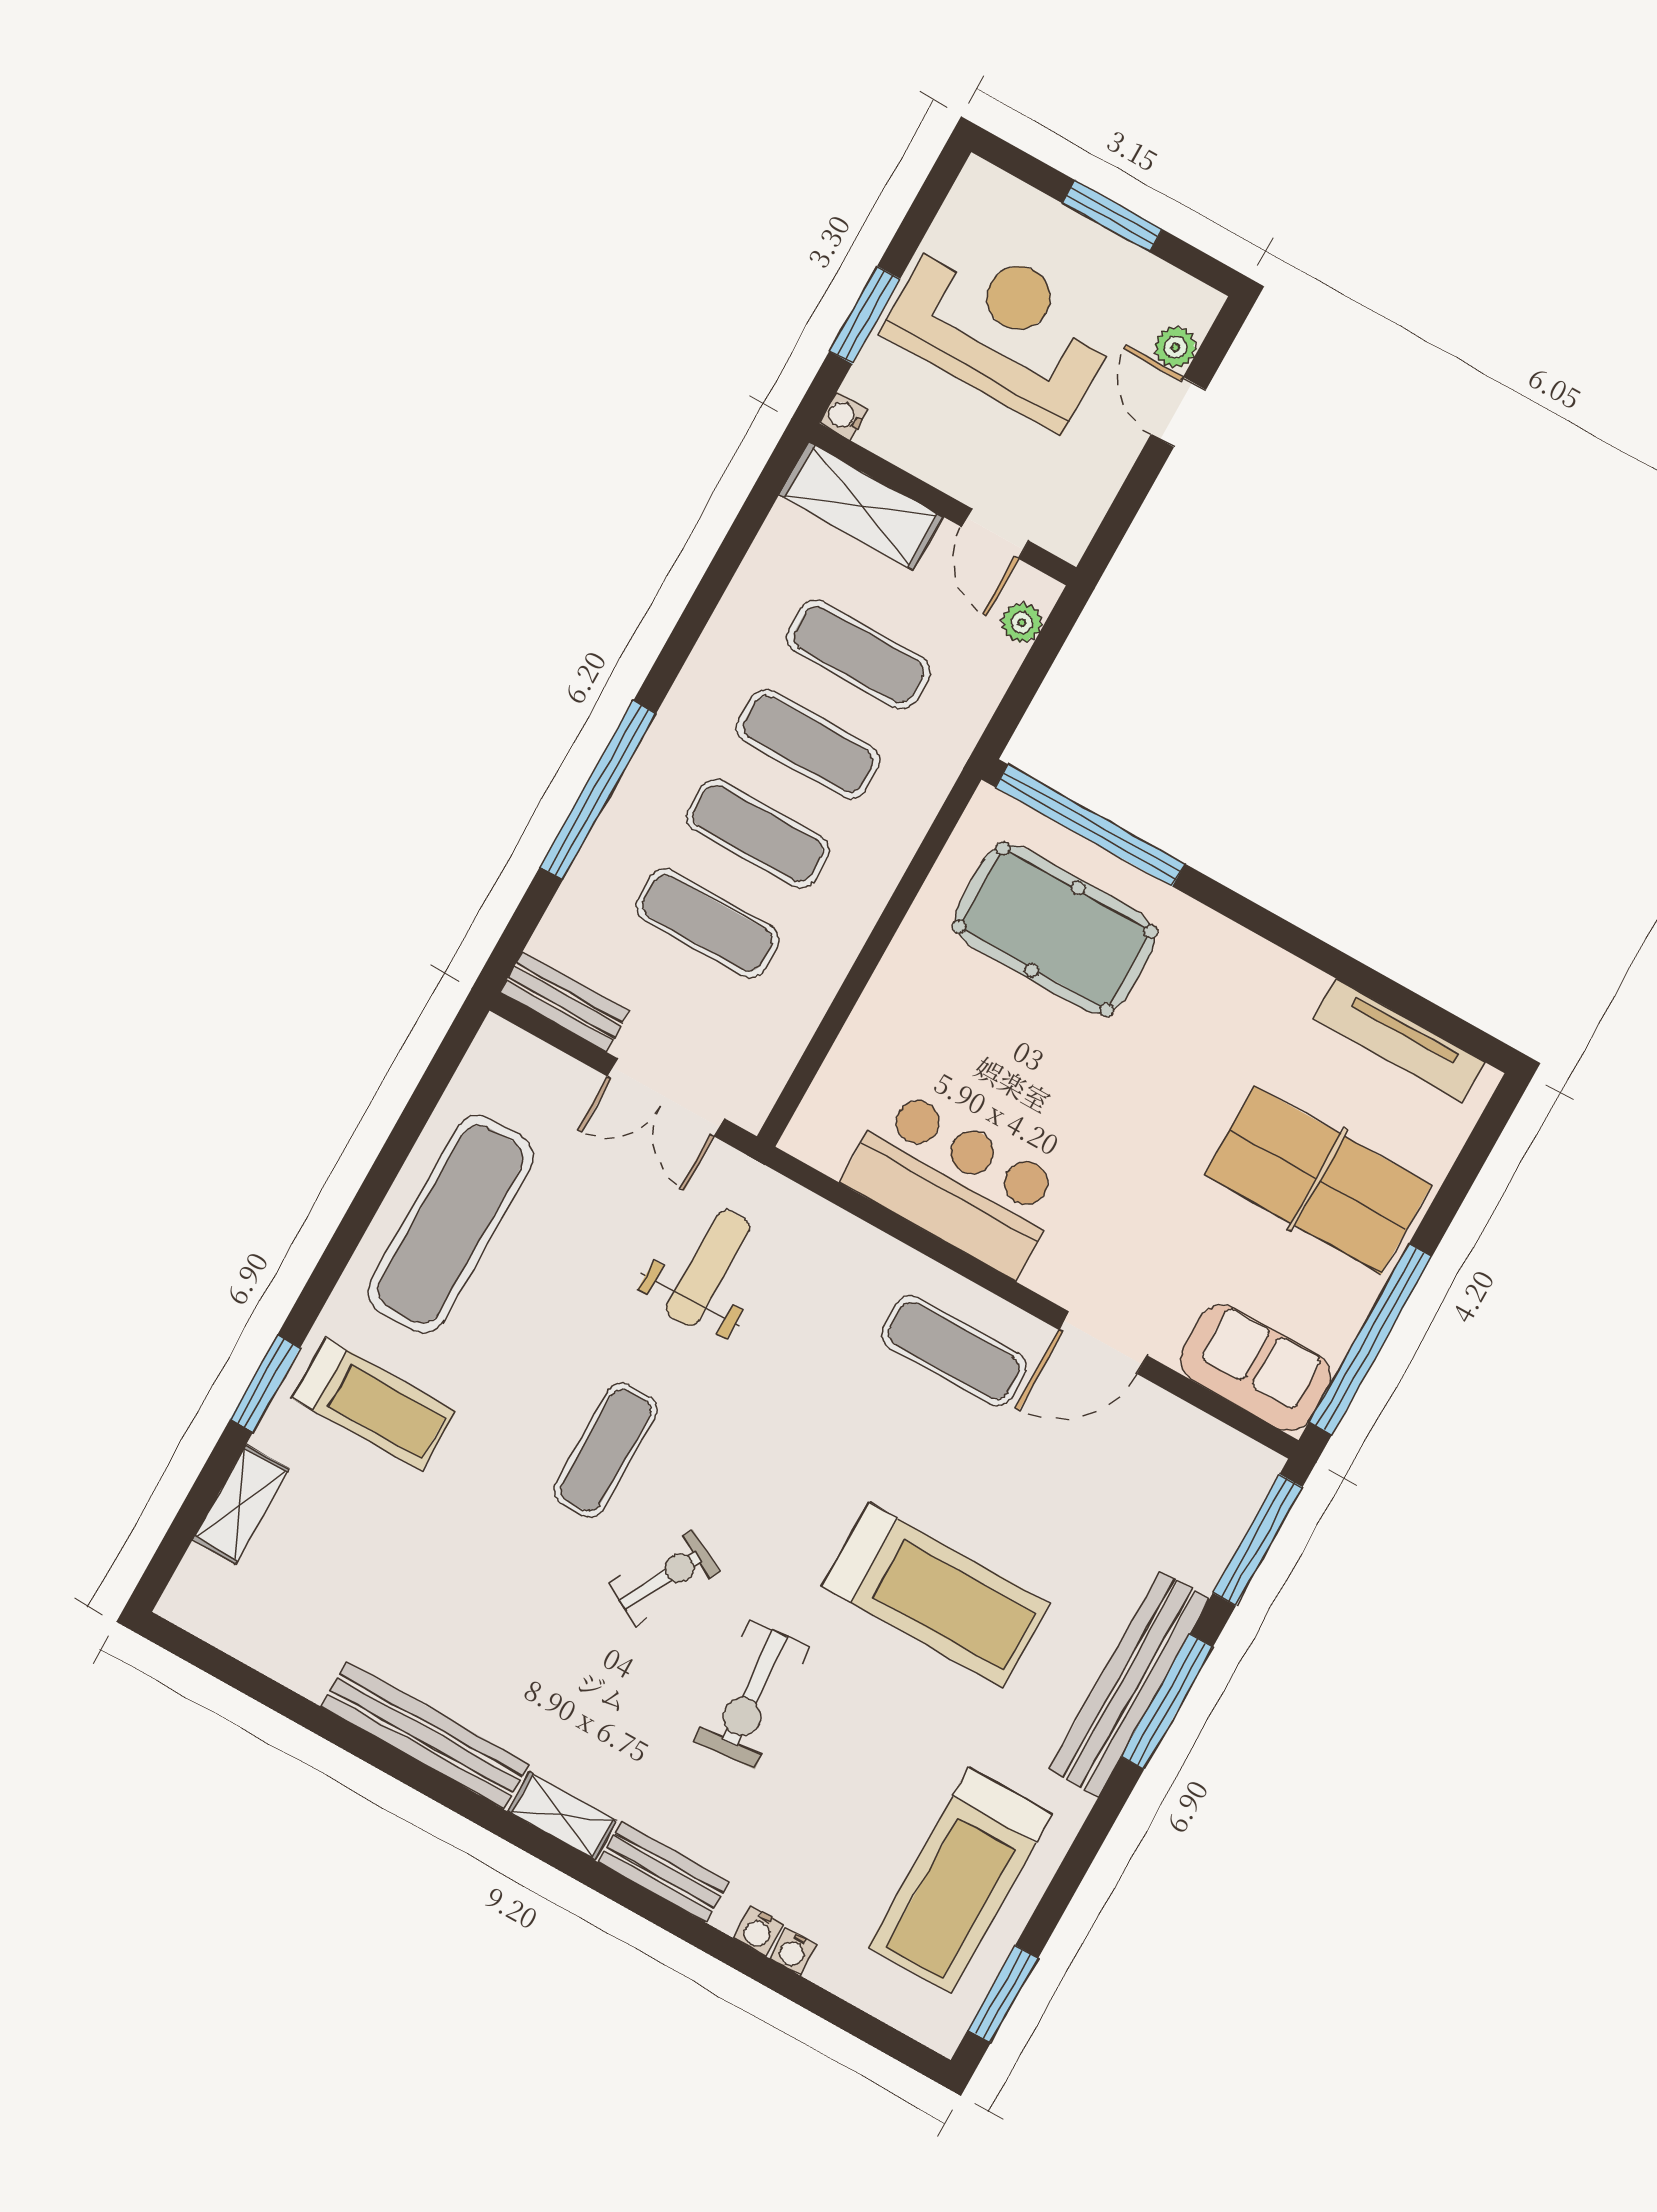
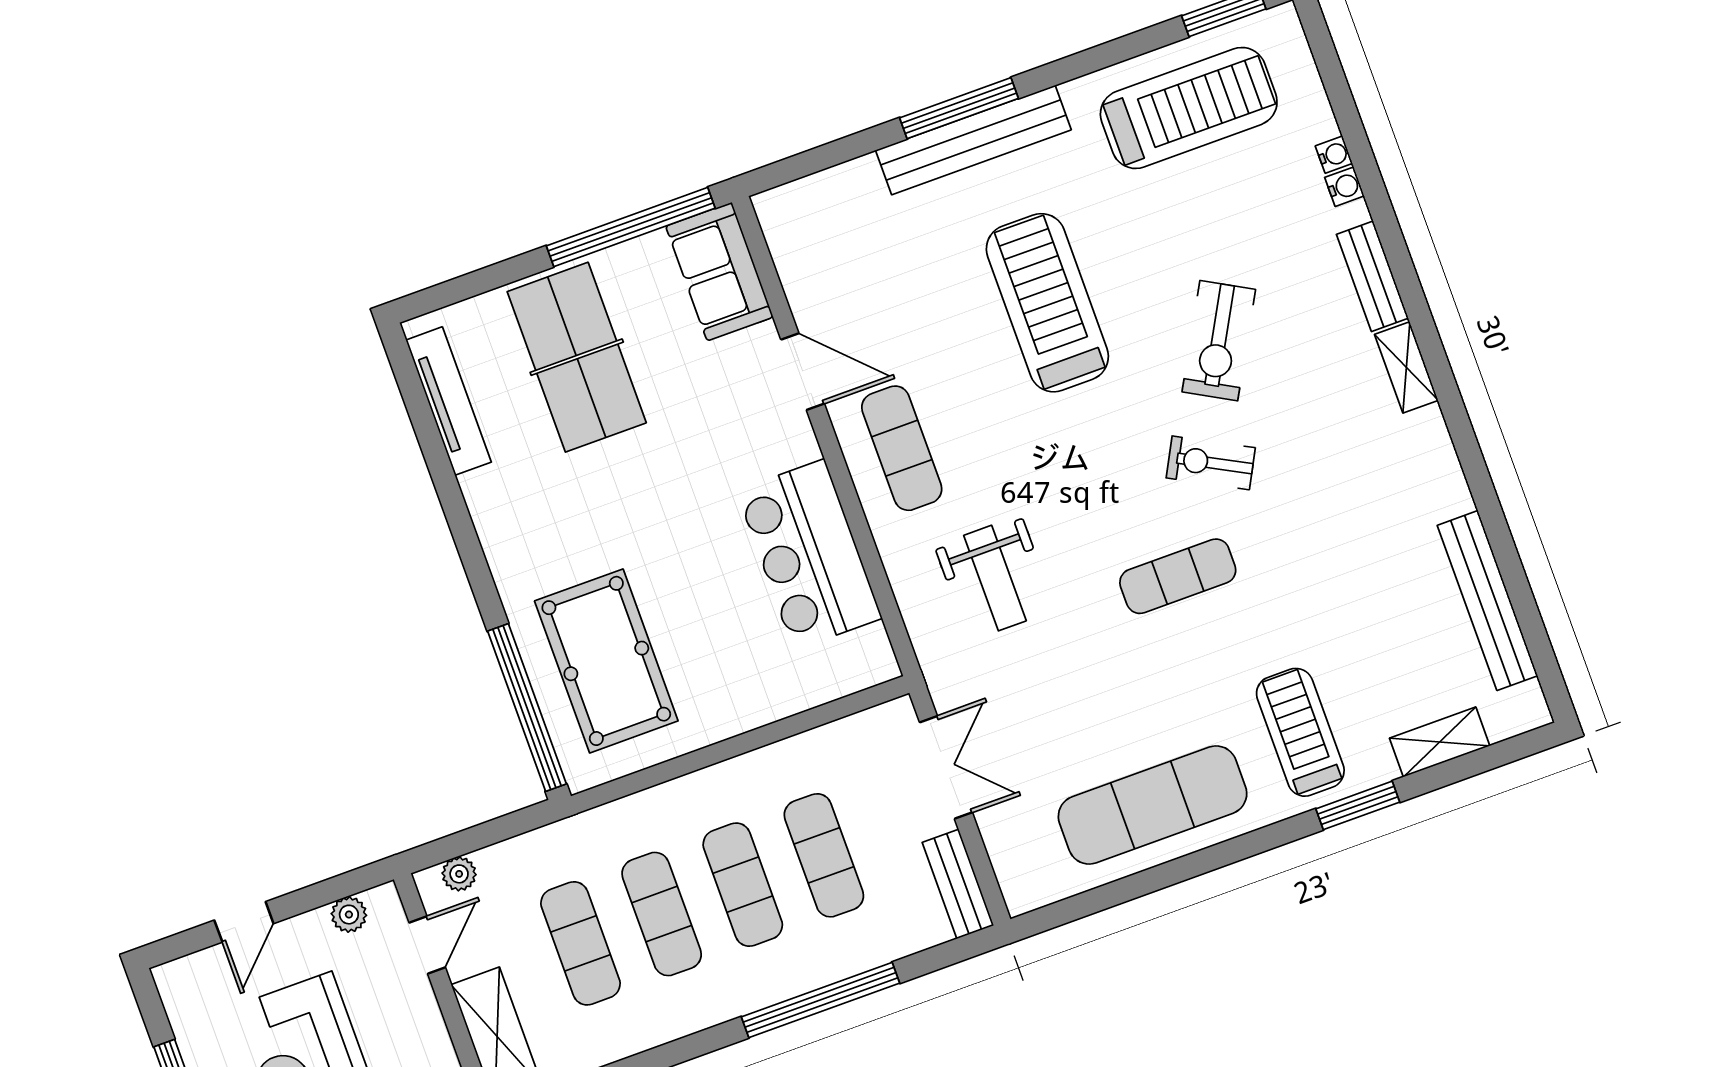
plant: (1175, 347) -> (349, 915), moved
weight bench: (708, 1268) -> (995, 578), moved, turned -90
window: (1258, 1540) -> (813, 161), removed
exercise bike: (752, 1694) -> (1219, 341), turned 124
bench: (425, 1735) -> (1488, 601), moved

